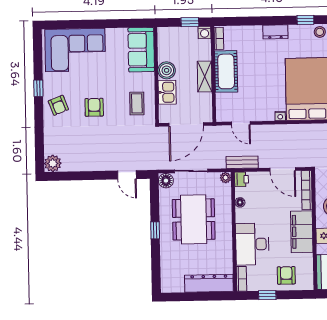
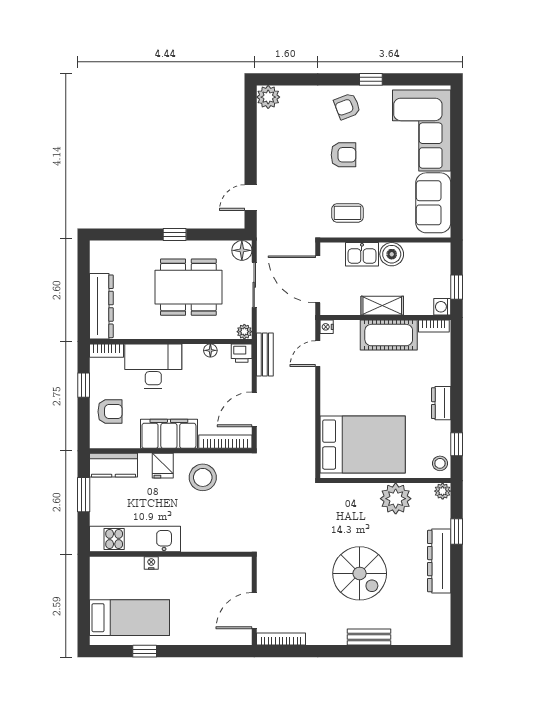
sofa: (141, 50) -> (433, 203), moved, turned -90
nightstand: (280, 116) -> (327, 327), moved

